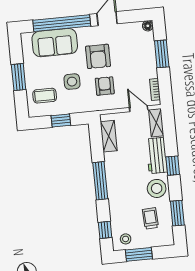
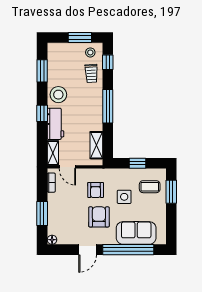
window: (19, 77) -> (171, 192), moved
trolley: (150, 218) -> (91, 73), moved

